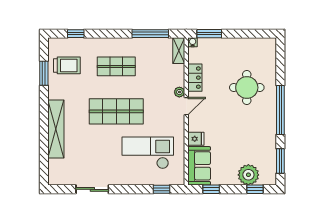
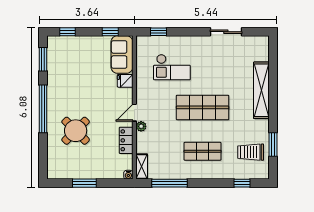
window: (209, 34) -> (84, 183), moved
round table: (247, 88) -> (76, 131), turned 45
checkout: (148, 153) -> (172, 67), width x0.73, depth x0.83
plant: (248, 175) -> (74, 46), removed

